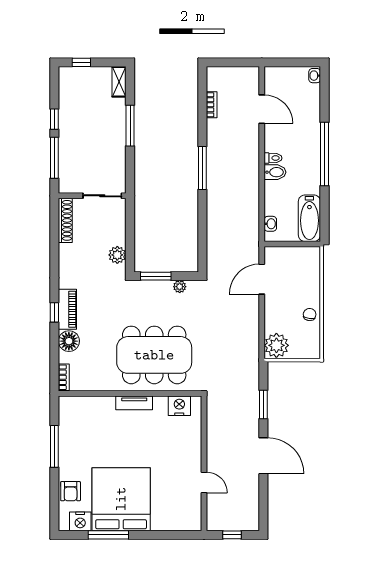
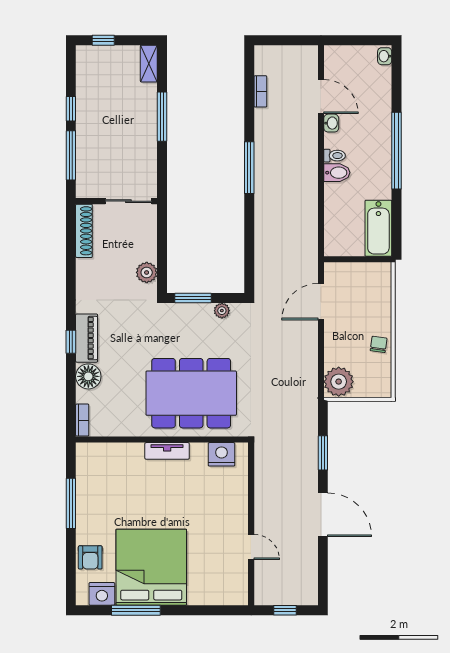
washbasin: (270, 224) -> (331, 123), moved

